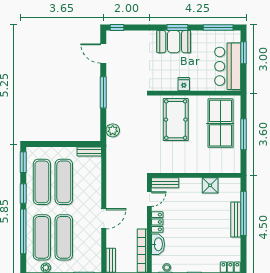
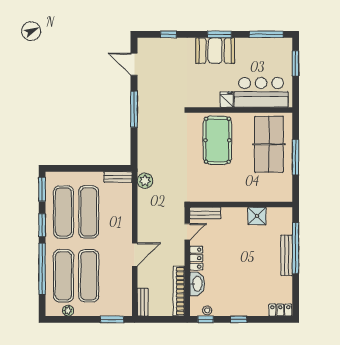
window: (117, 28) -> (168, 34), moved
bar counter: (228, 66) -> (261, 92), moved, turned 90
plant: (113, 130) -> (145, 181), moved

